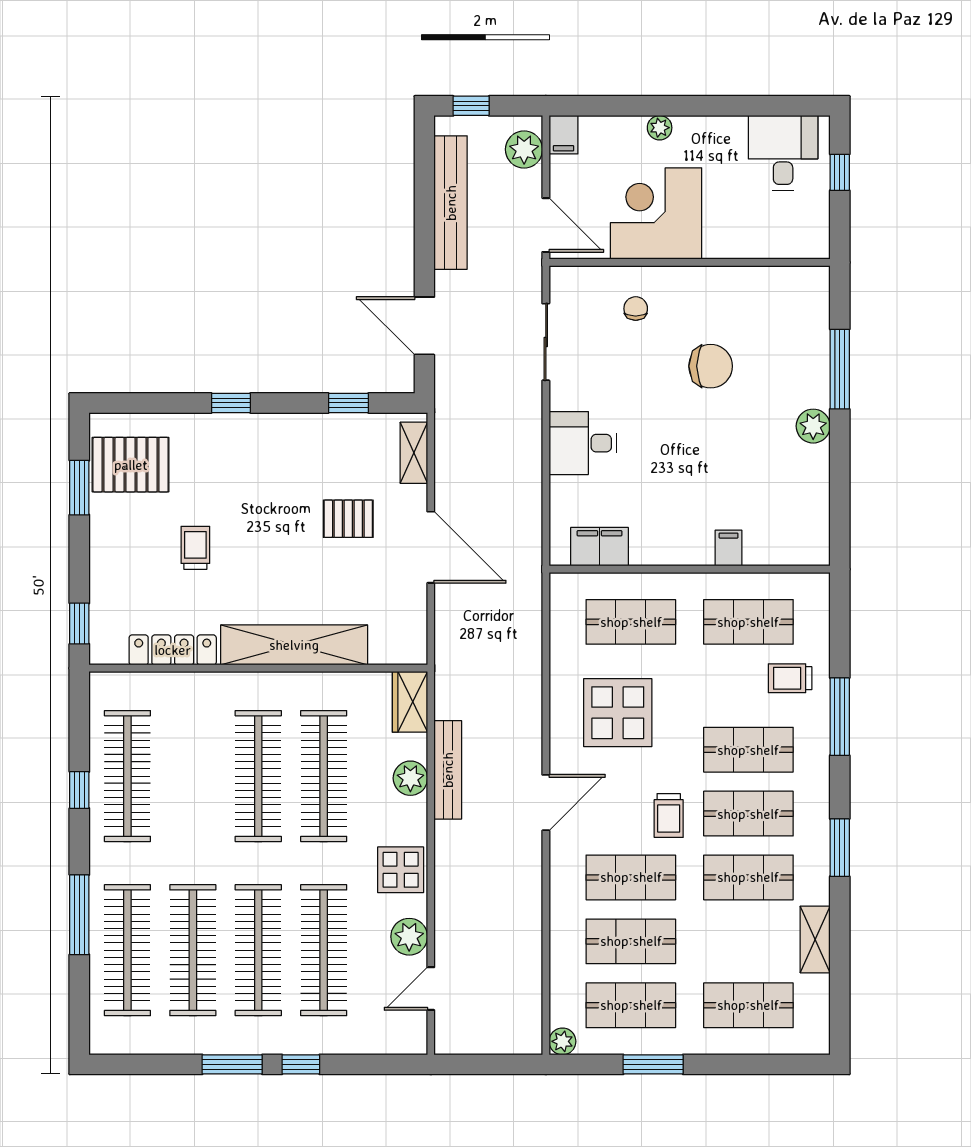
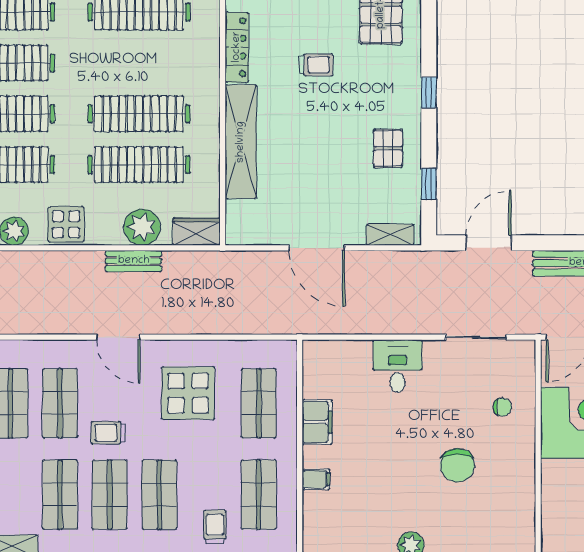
pallet: (348, 519) -> (388, 148), moved
door: (431, 547) -> (317, 248), hinge flipped
filing cabinet: (600, 547) -> (317, 422), moved
bench: (448, 770) -> (134, 261), width x0.73
plant: (410, 778) -> (142, 227), width x1.36, depth x1.36

